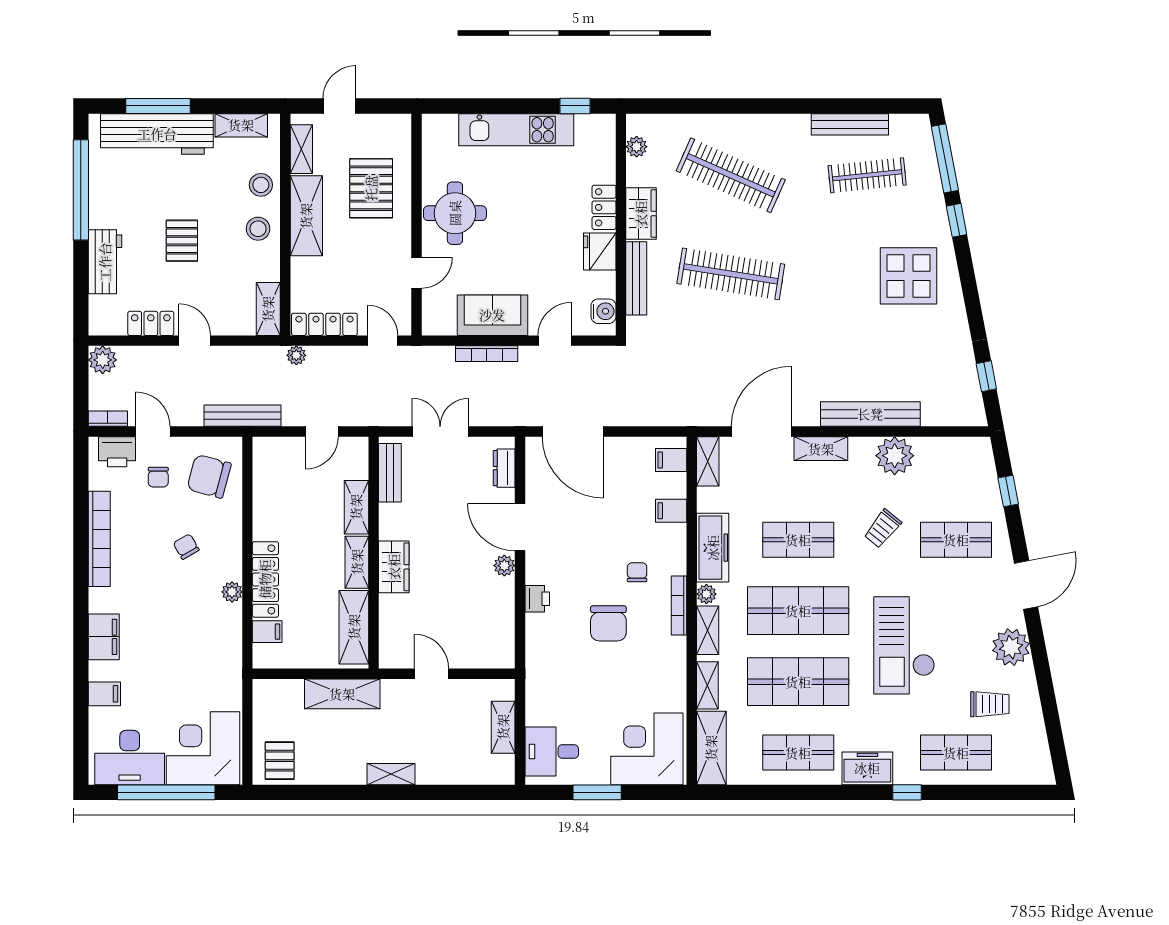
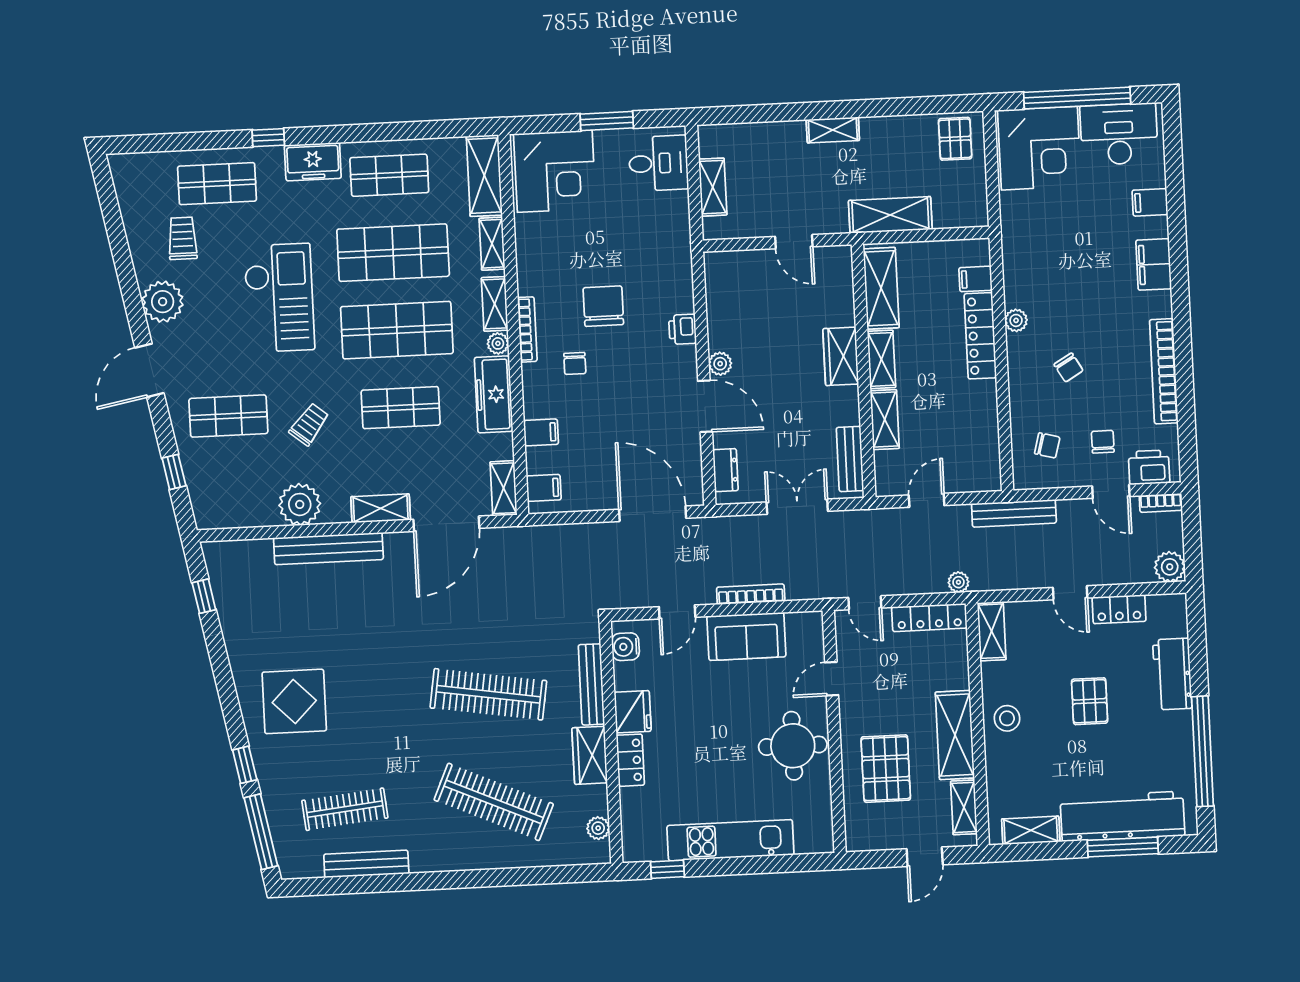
stool: (261, 185) -> (1006, 766), removed
double door: (440, 432) -> (797, 507), swing flipped
chair: (209, 476) -> (1047, 445), width x0.54, depth x0.54
trolley: (990, 704) -> (183, 238), turned 90

